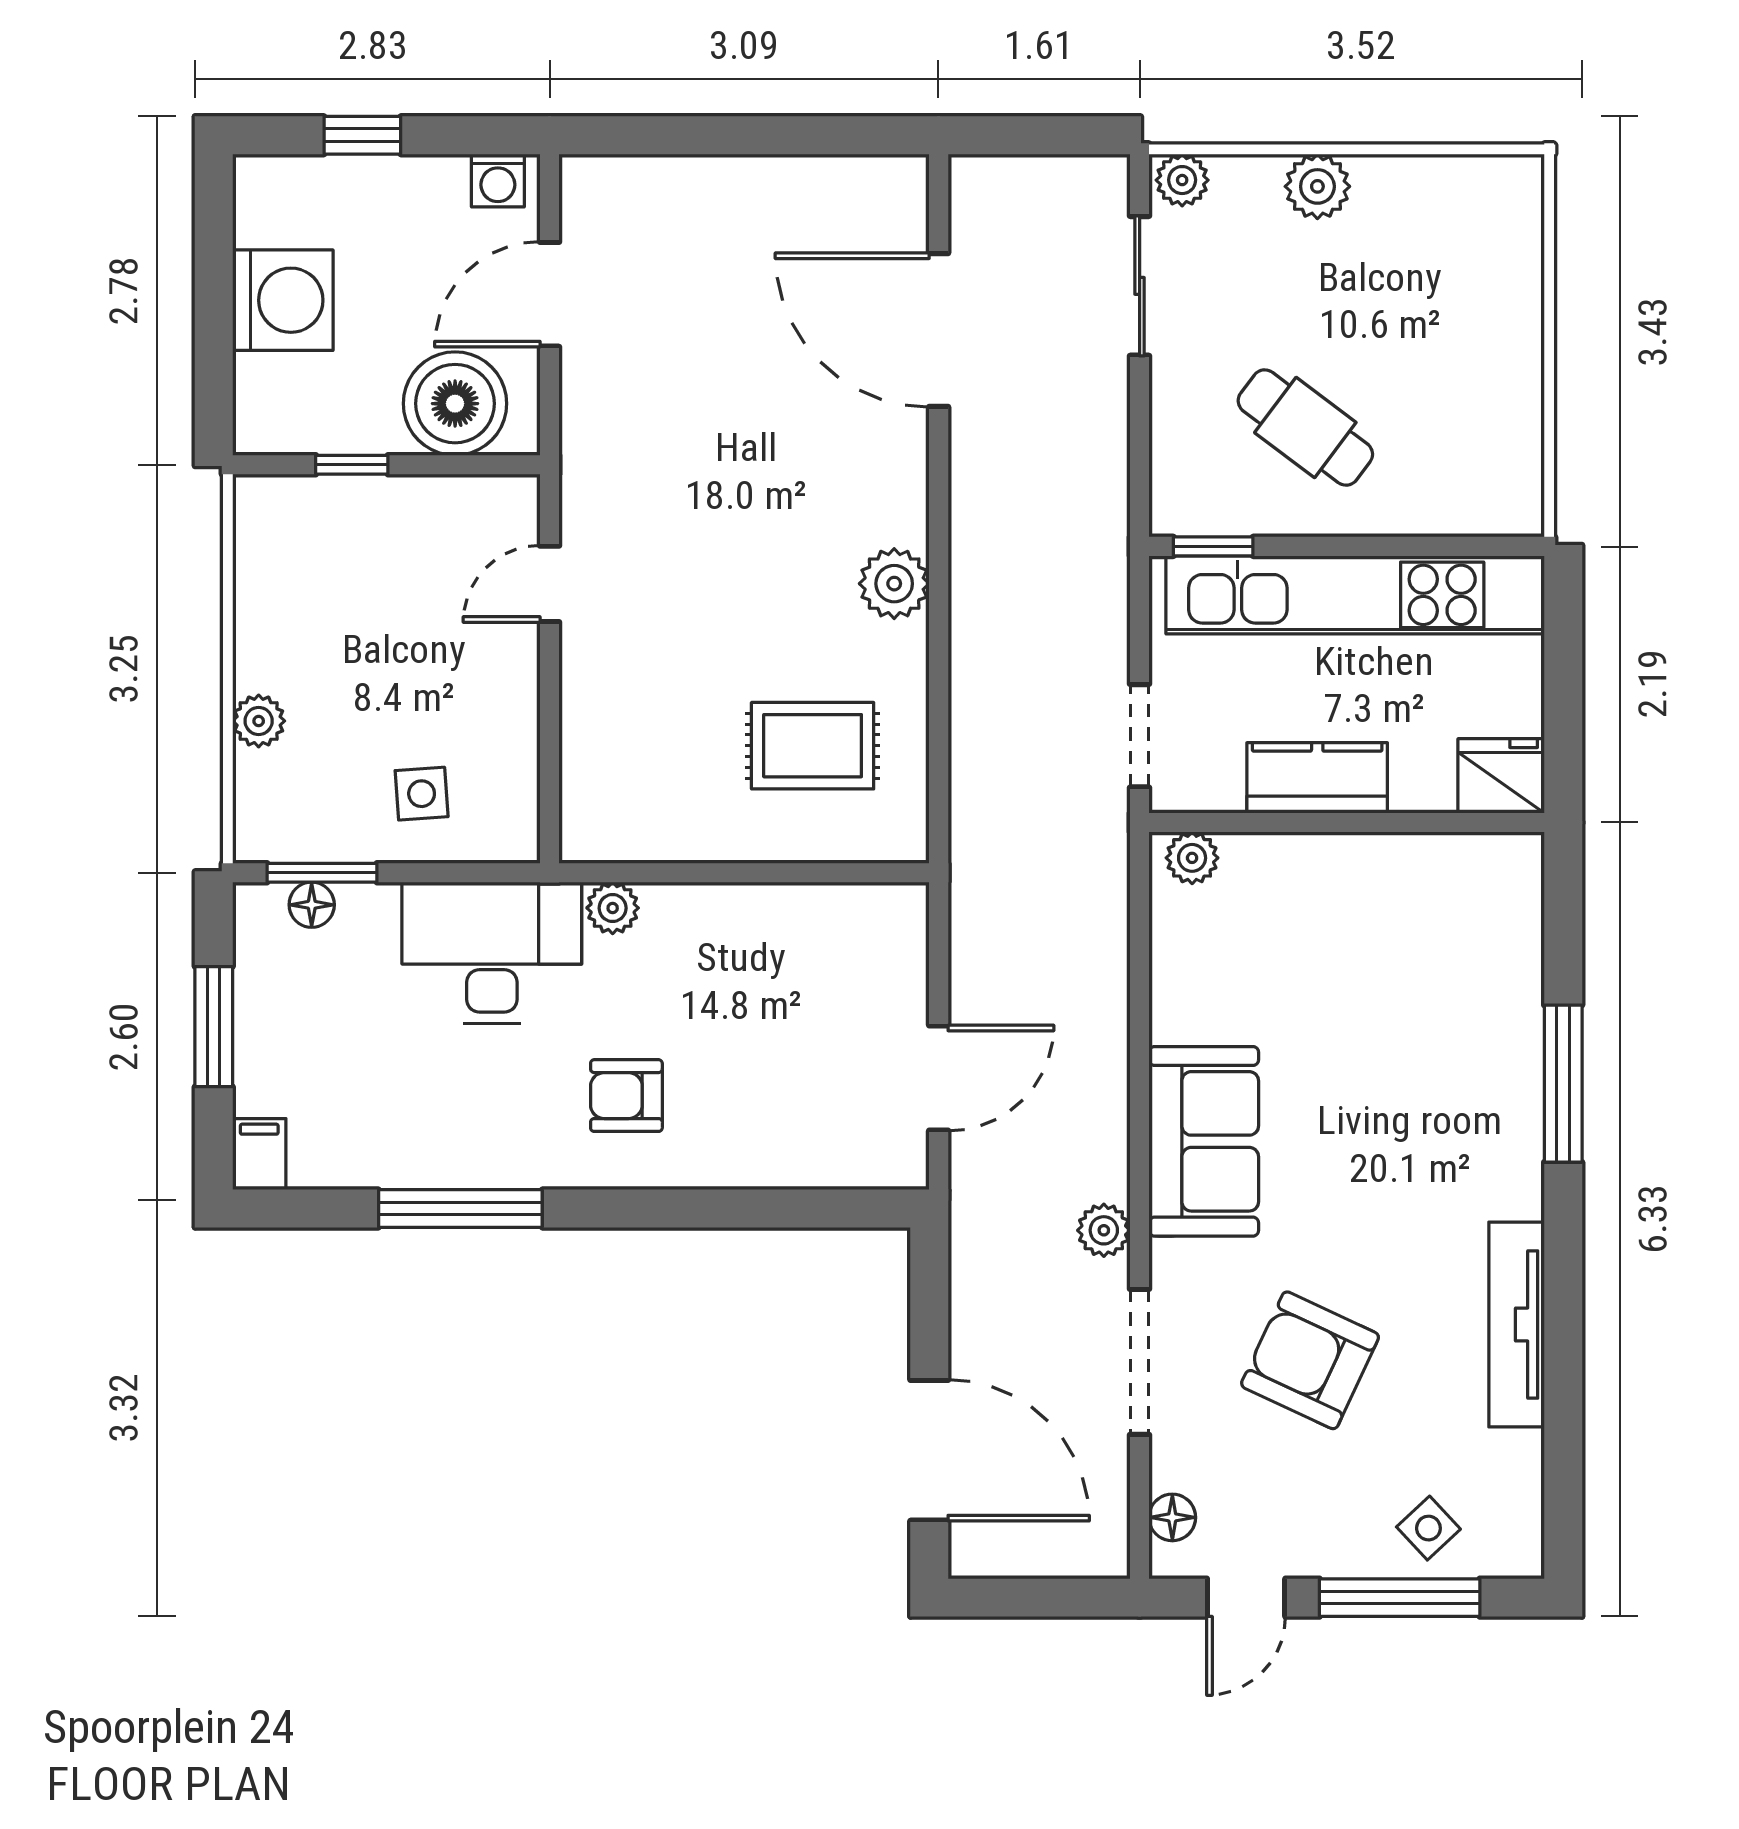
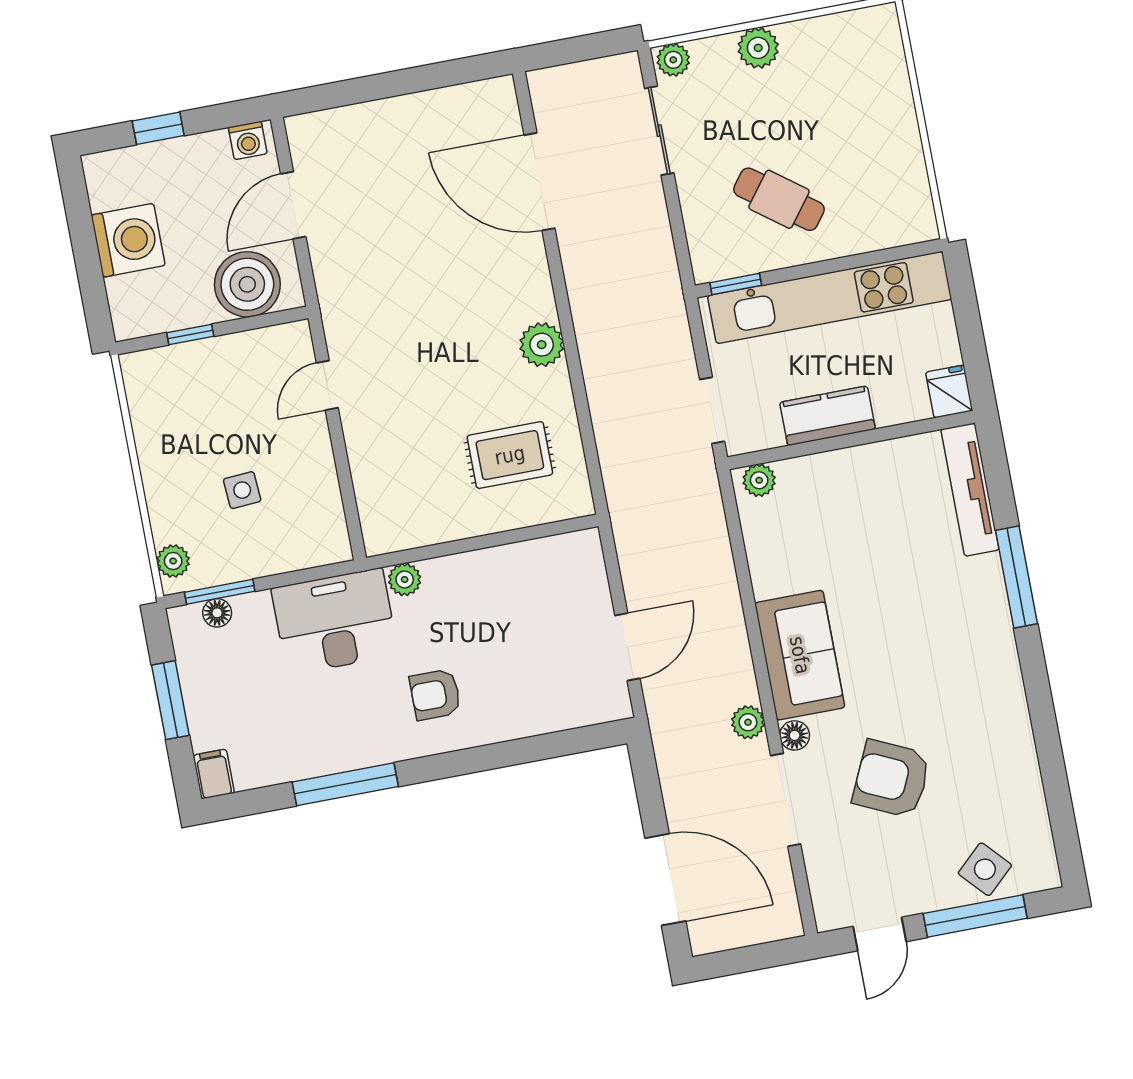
plant: (259, 721) -> (173, 561), moved
fridge: (1501, 776) -> (949, 392), width x0.72
side table: (422, 794) -> (242, 490), moved
tv unit: (1517, 1325) -> (970, 490), moved
floor lamp: (1172, 1517) -> (795, 735), moved
side table: (1428, 1528) -> (985, 869), width x1.37, depth x1.37

